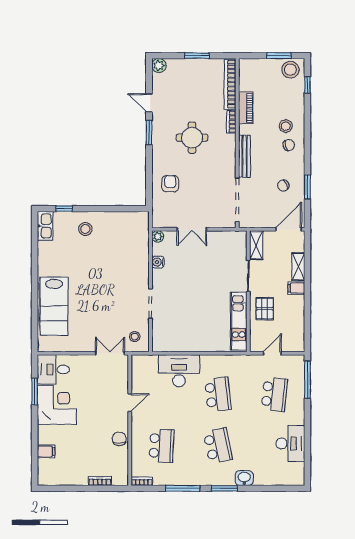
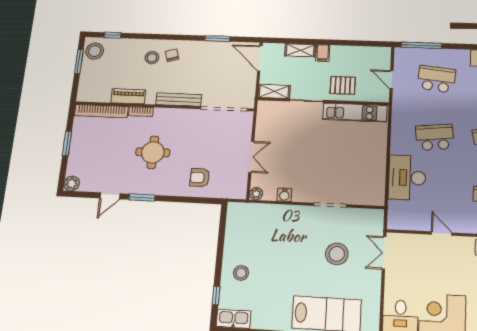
chair: (283, 186) -> (213, 62), removed
stool: (135, 337) -> (337, 254), moved, width x1.89, depth x1.89

